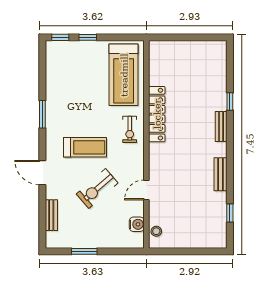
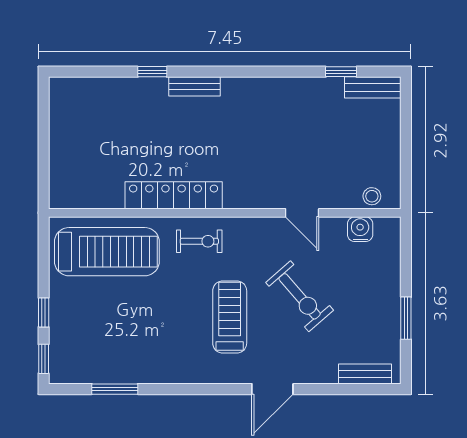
window: (42, 114) -> (115, 389), moved
bench: (221, 174) -> (373, 87), moved
bench: (51, 215) -> (365, 374), moved

